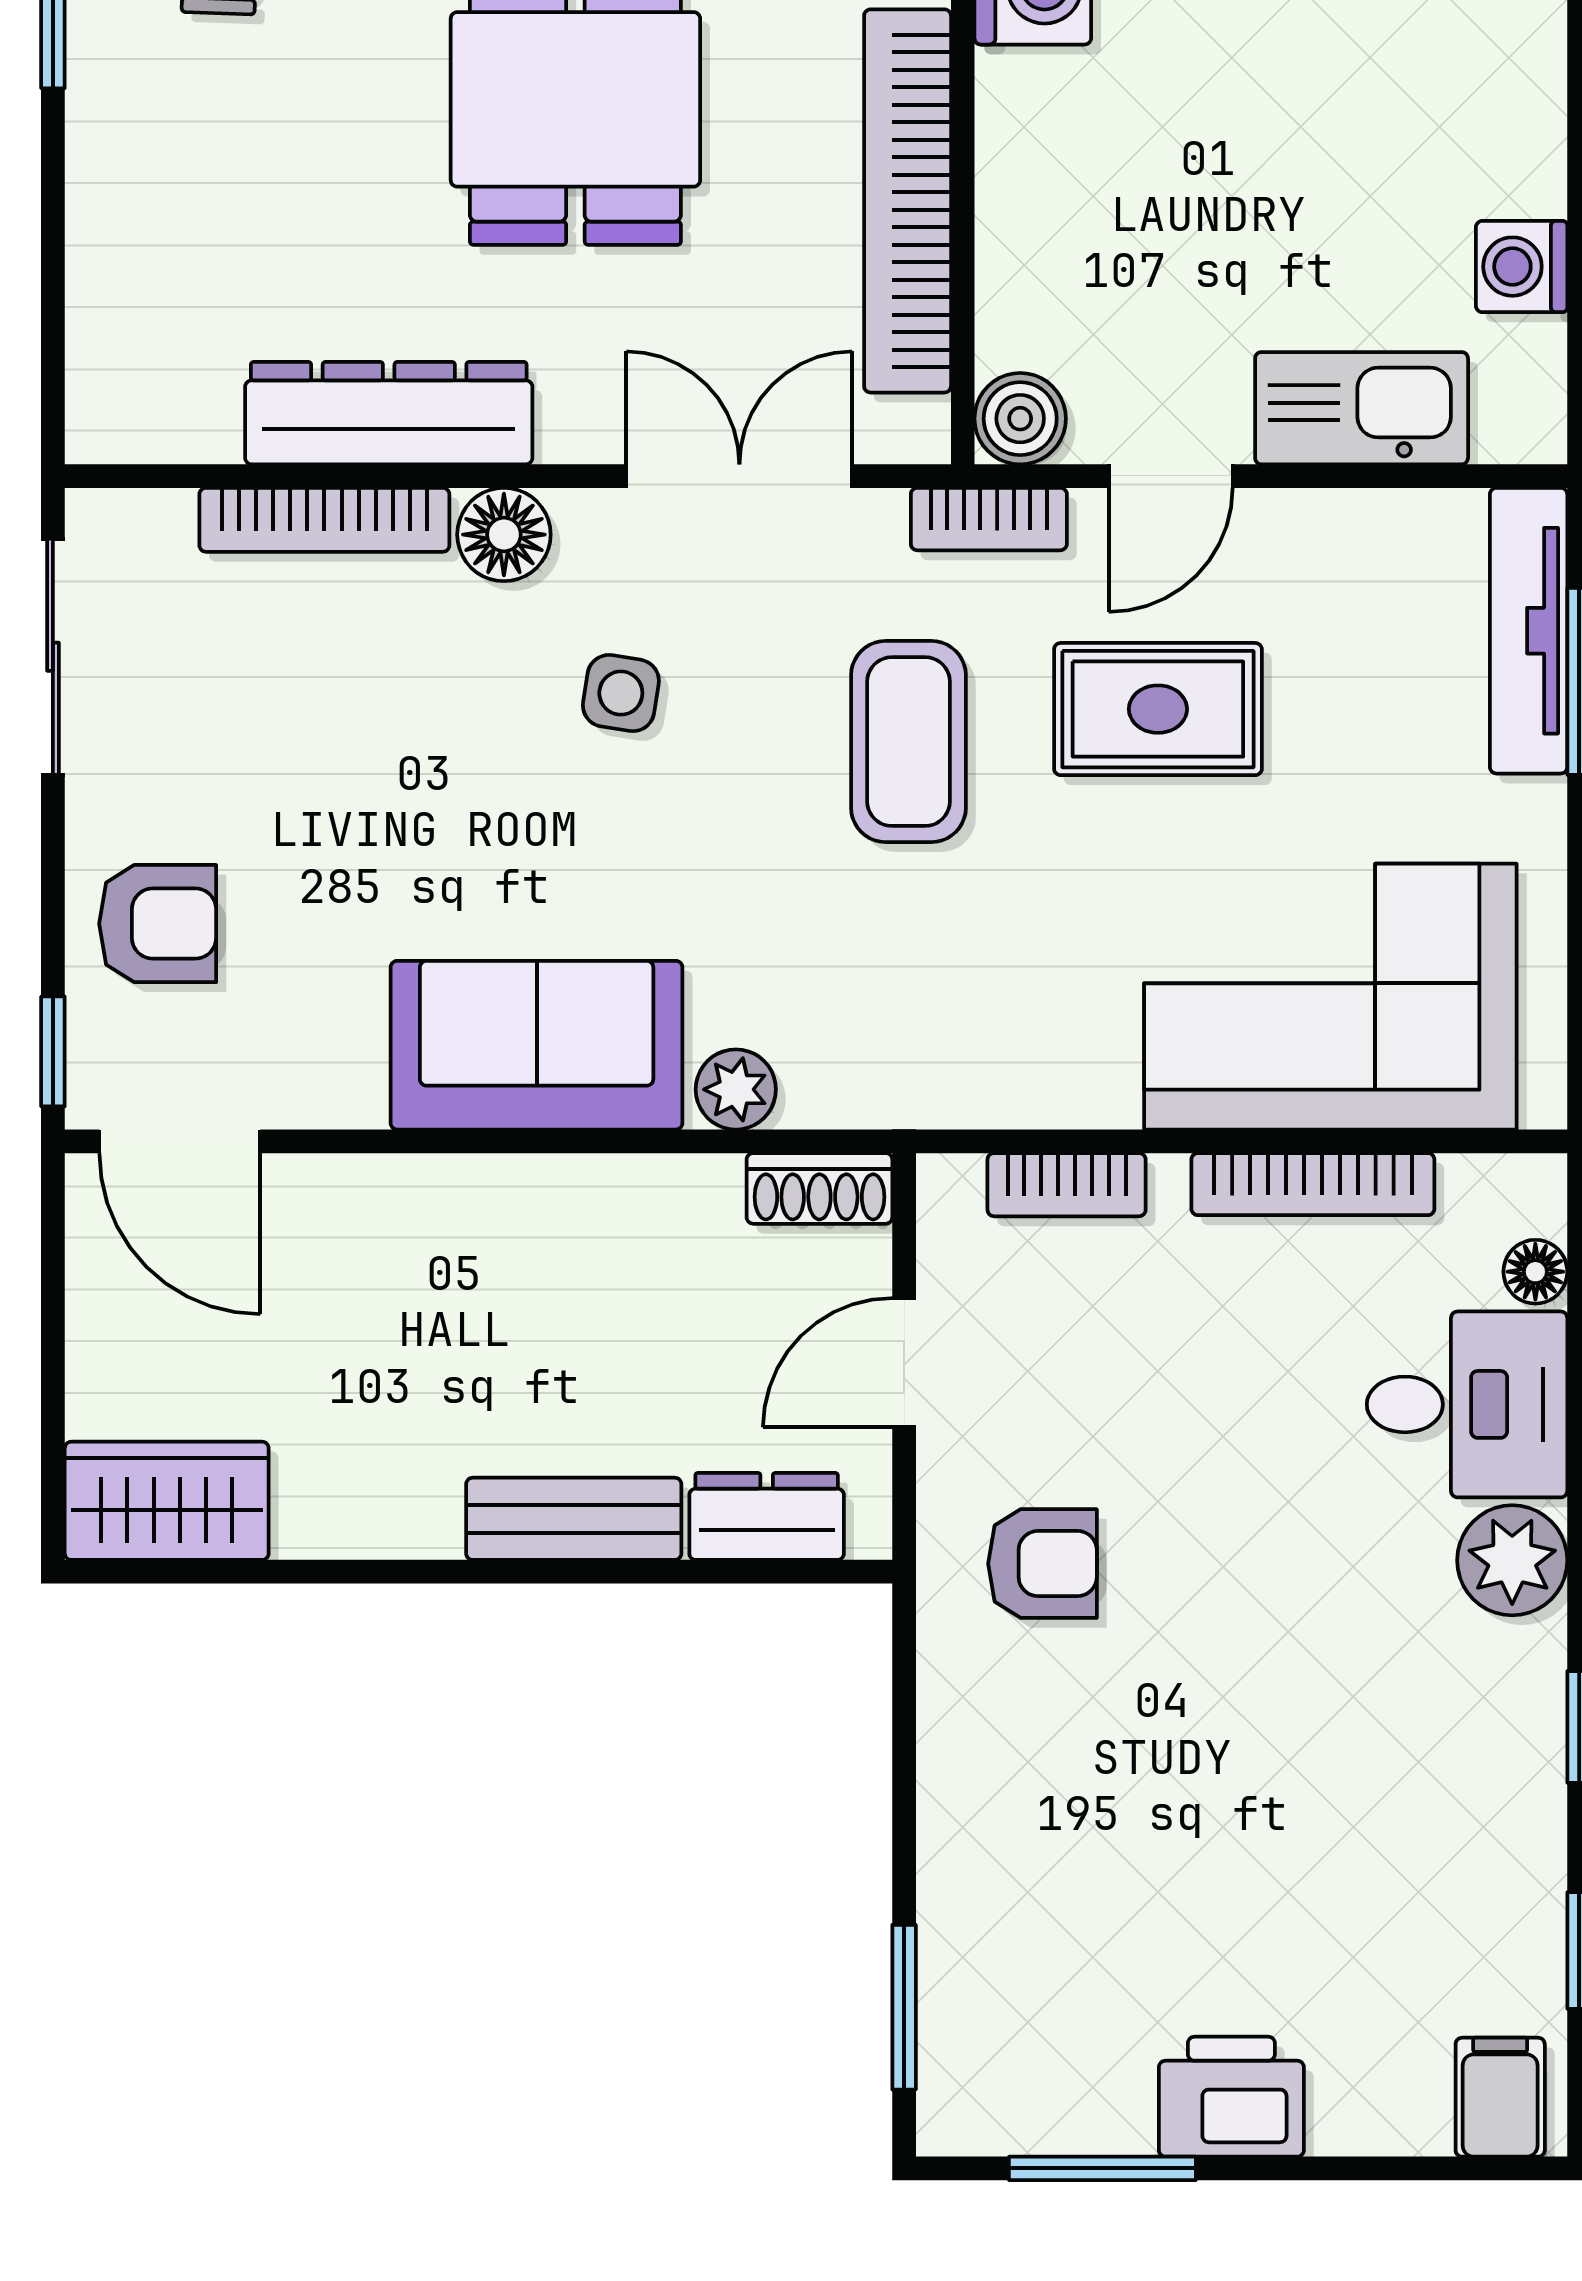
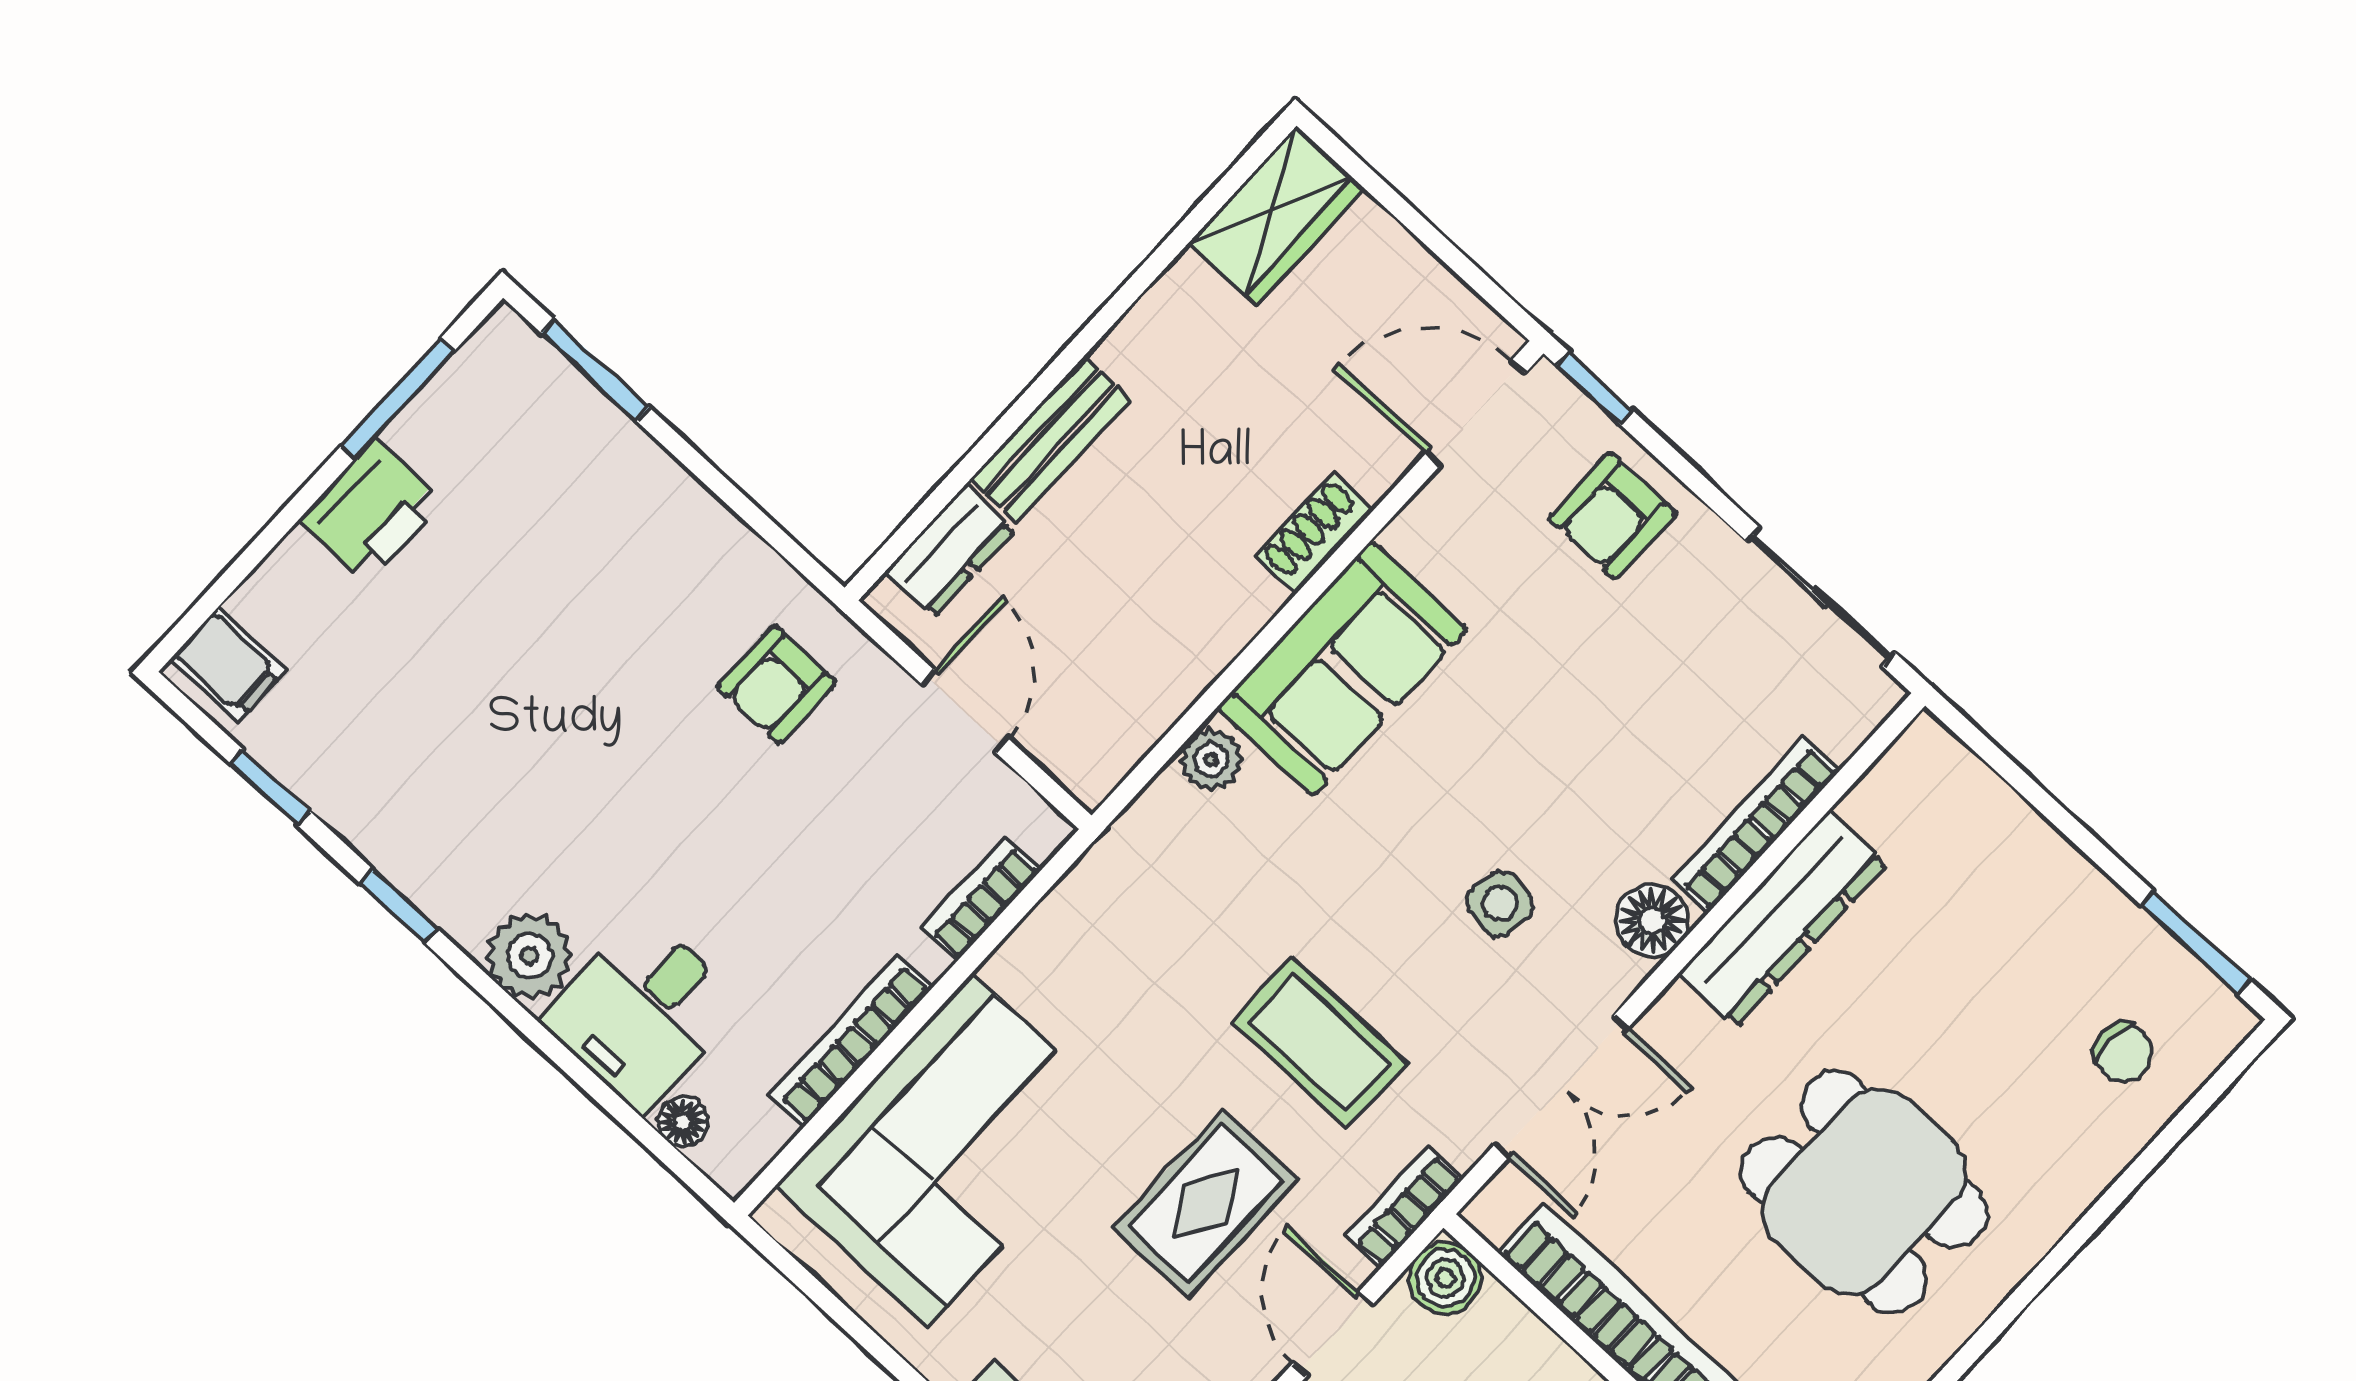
shoe rack: (819, 1188) -> (1314, 534), moved

